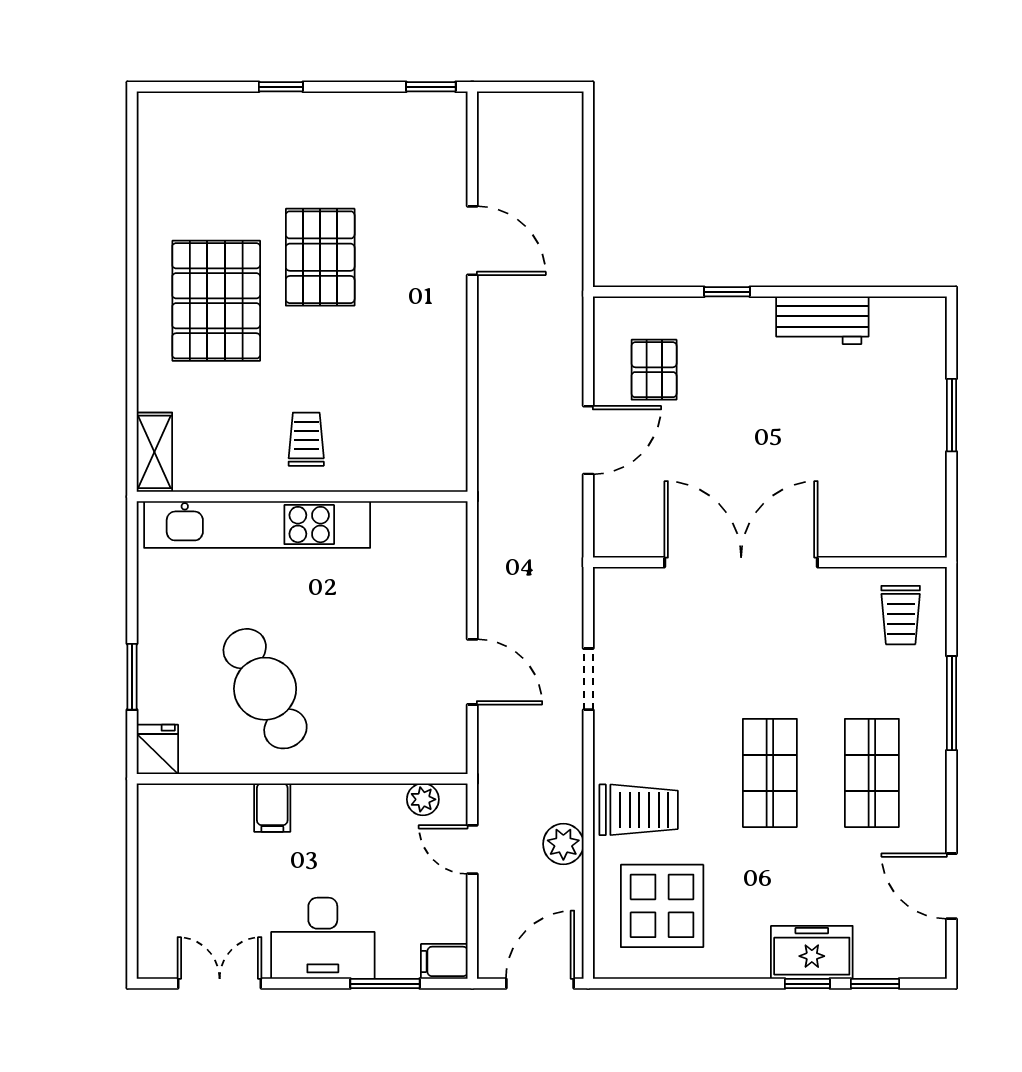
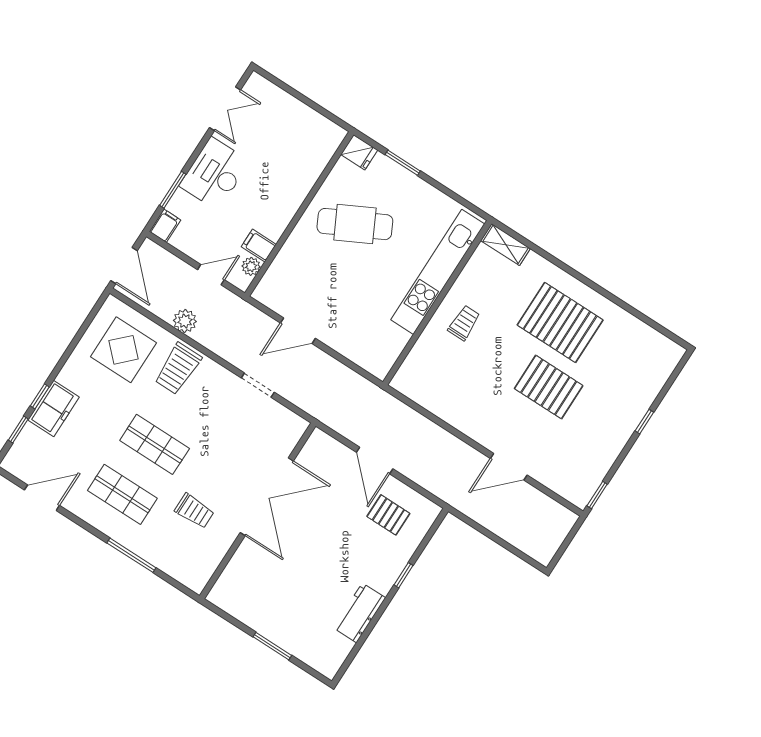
trolley: (306, 439) -> (464, 323), turned -90
trolley: (901, 615) -> (194, 511), moved, turned 180
filing cabinet: (272, 808) -> (259, 246), moved

